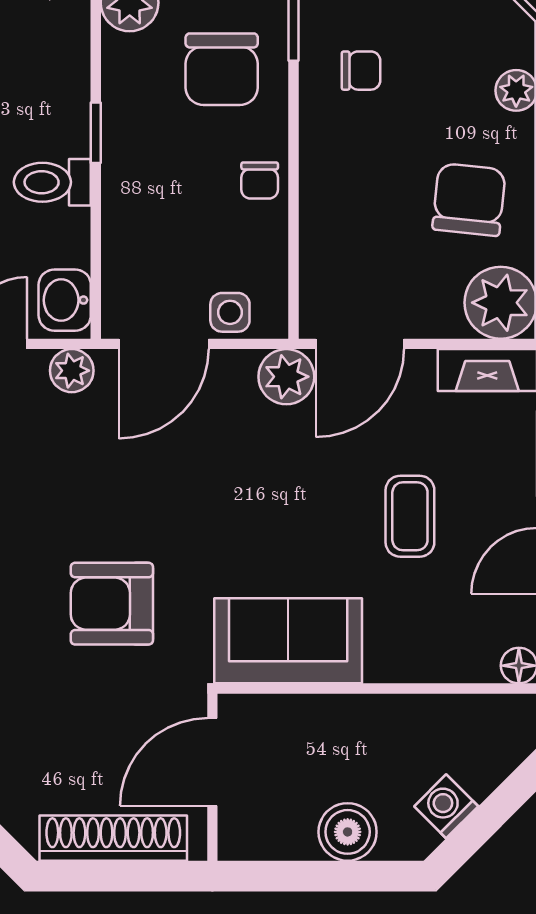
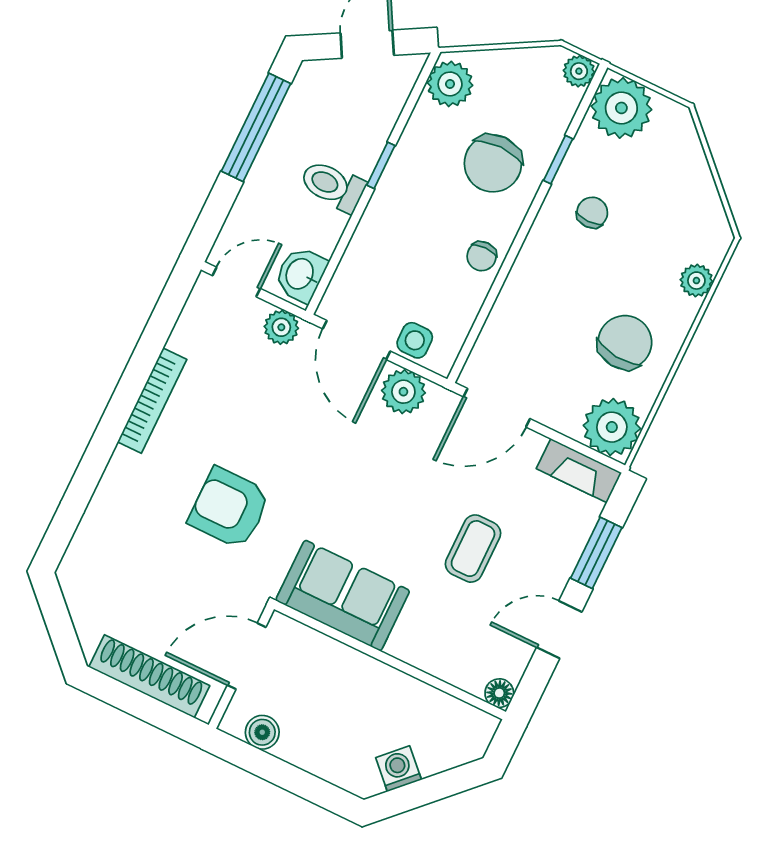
chair: (361, 71) -> (592, 213), turned -90
door: (164, 344) -> (356, 340), hinge flipped
plant: (286, 377) -> (403, 392), moved
boiler: (348, 832) -> (262, 732), moved, width x0.73, depth x0.73

